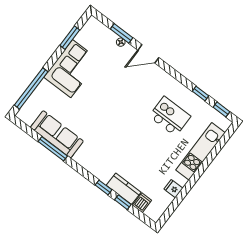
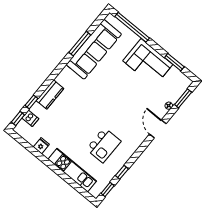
window: (122, 33) -> (183, 98), moved
sofa: (57, 134) -> (94, 49), width x1.36, depth x1.27
window: (103, 187) -> (18, 119), moved
kitchen counter: (124, 189) -> (50, 95), moved

